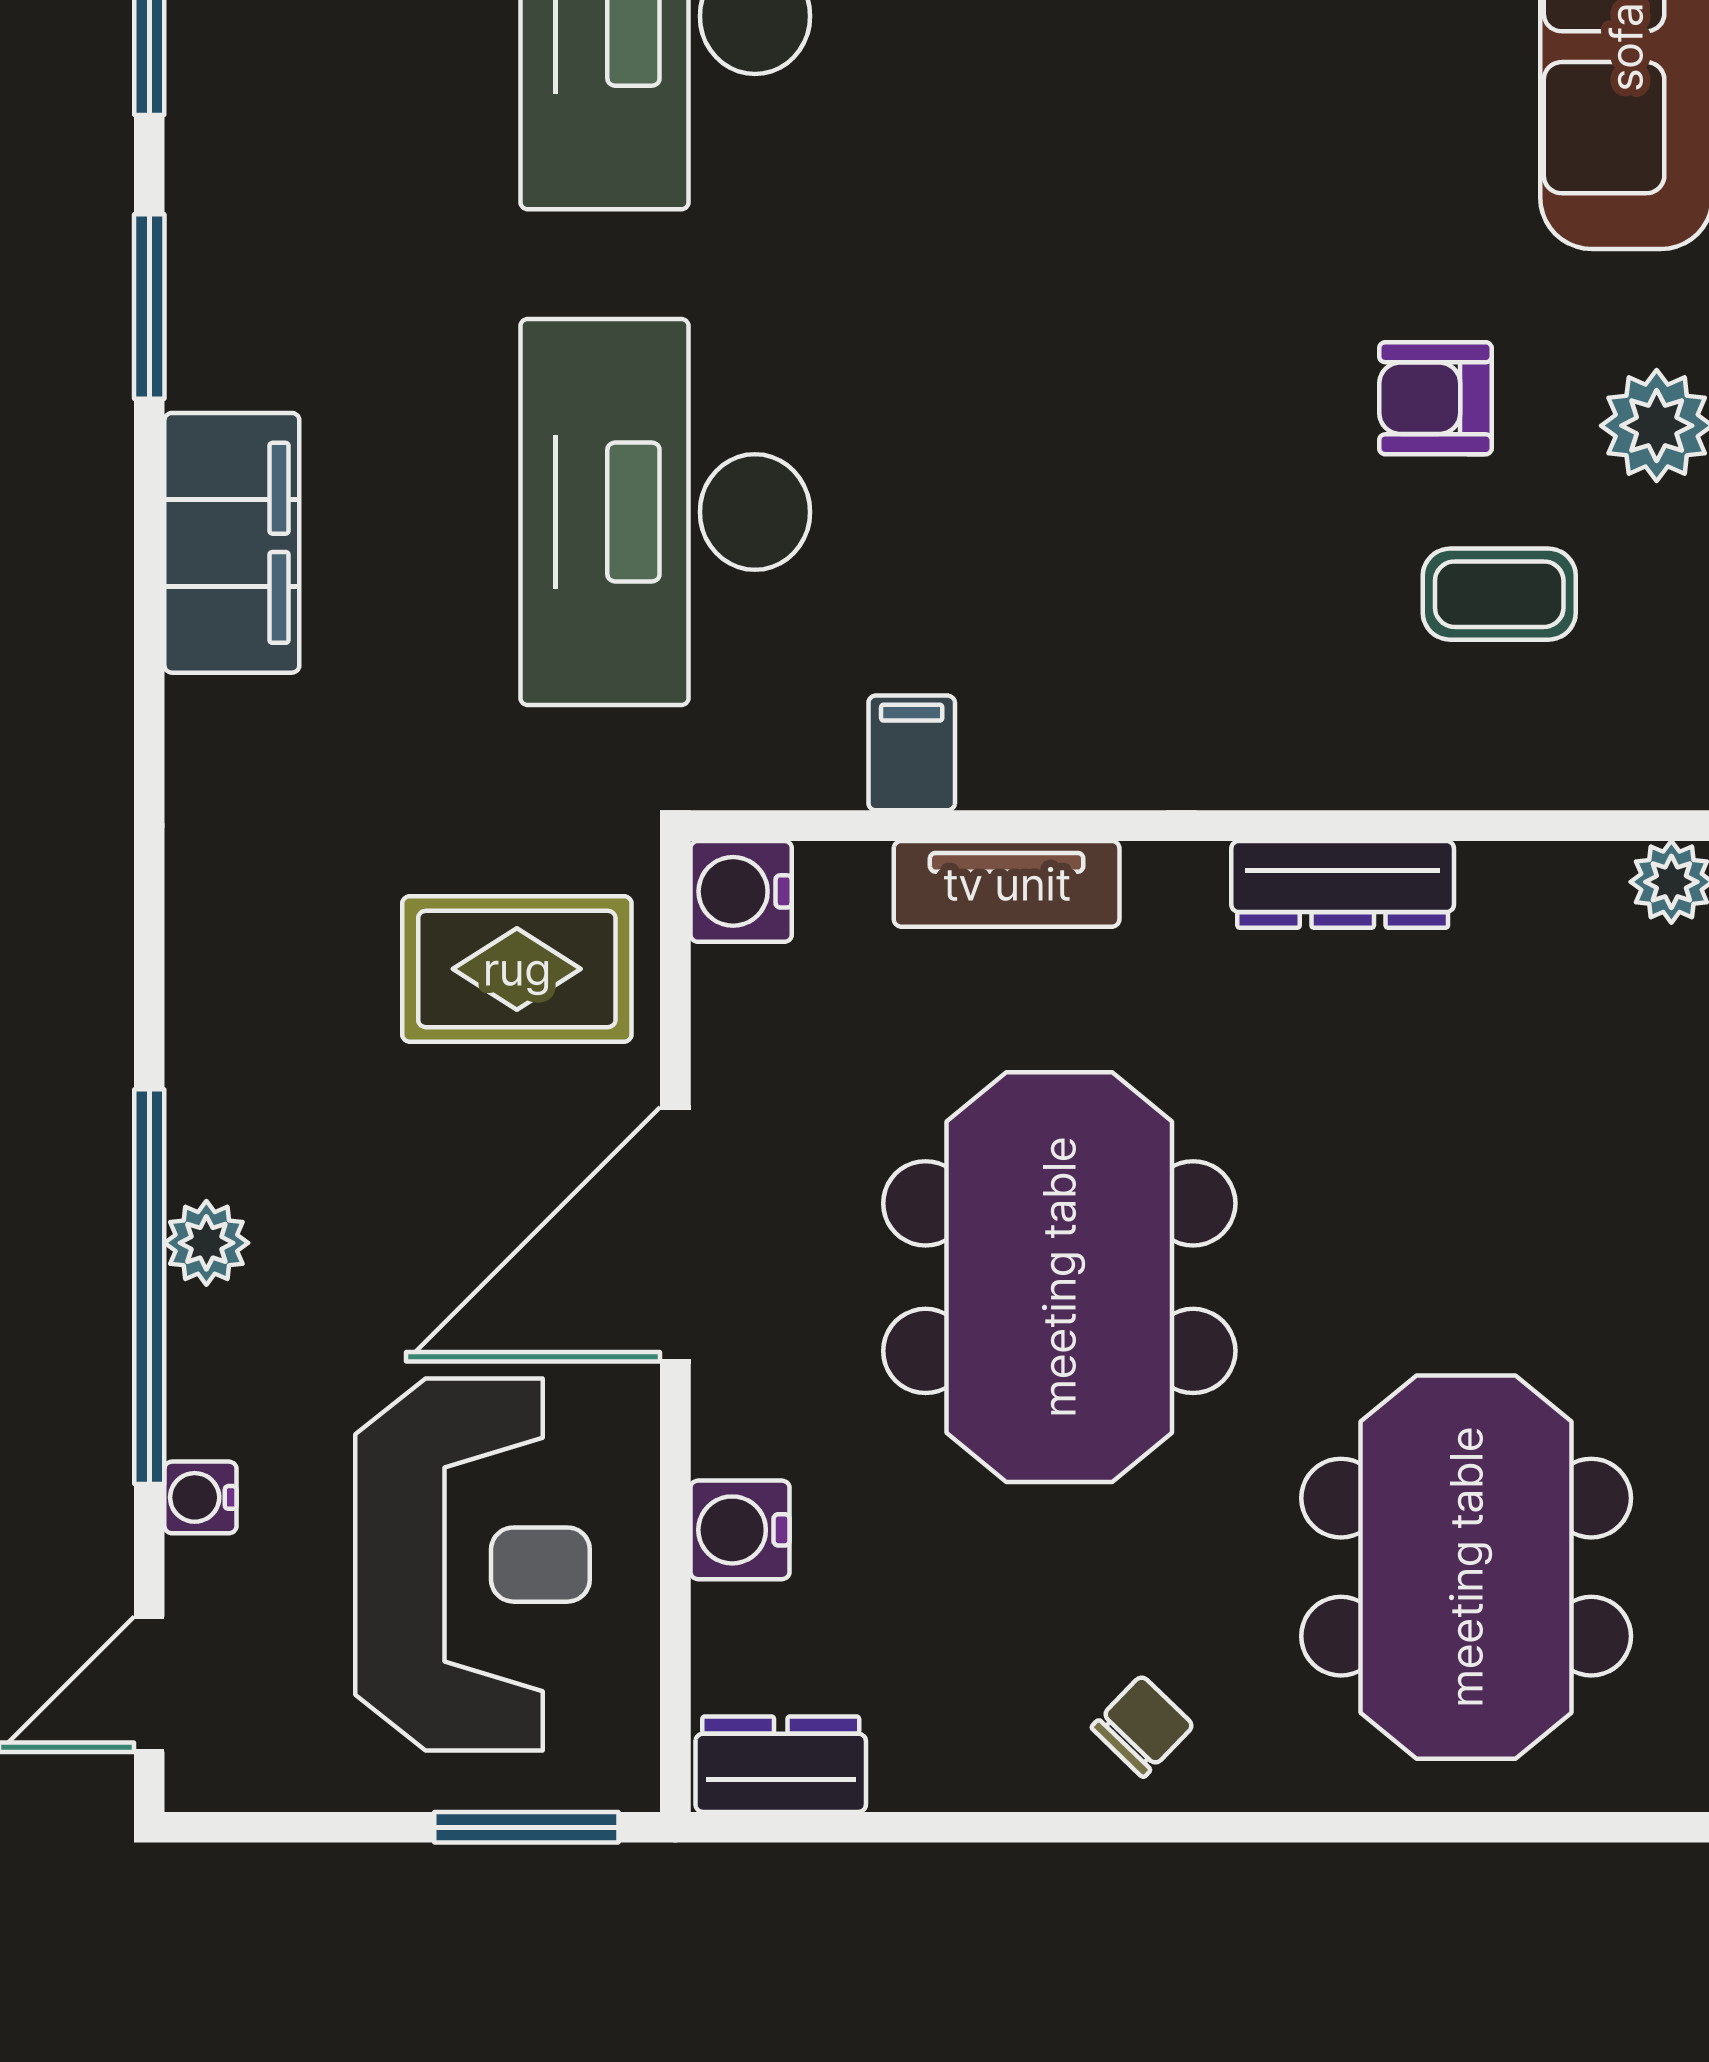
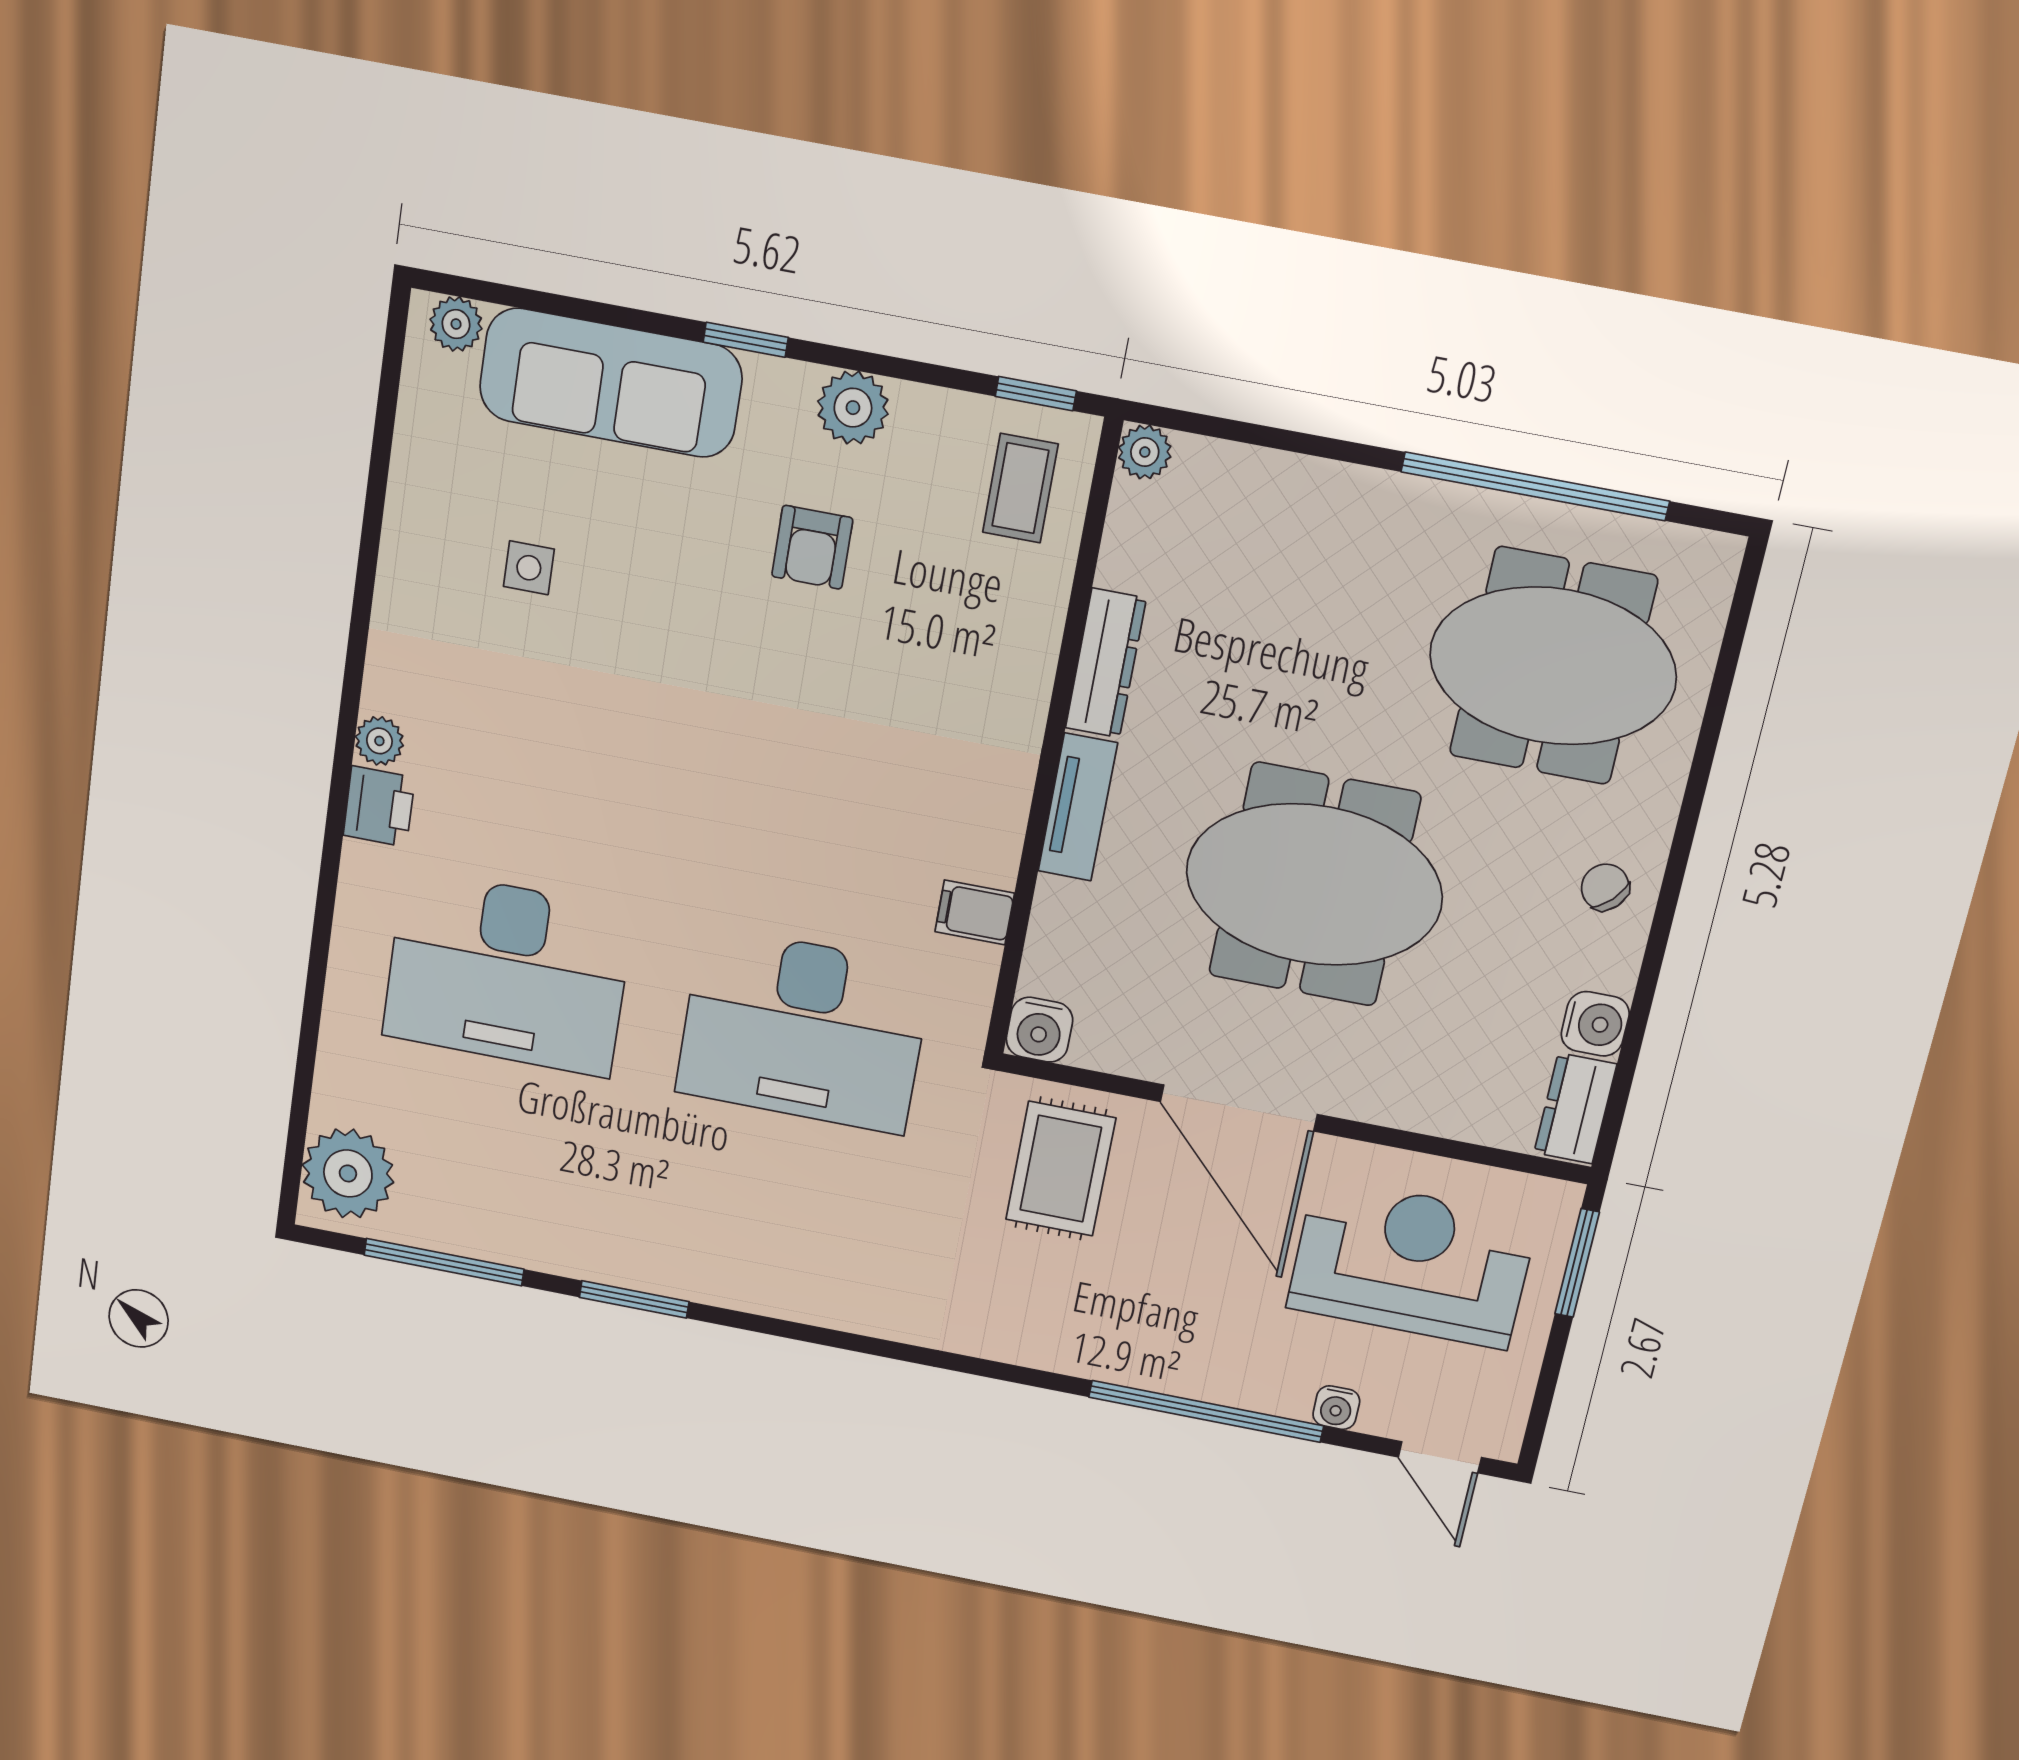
filing cabinet: (232, 543) -> (779, 1281), removed
coffee table: (1499, 594) -> (1020, 488), moved
tv unit: (1007, 884) -> (1078, 807), moved
plant: (206, 1243) -> (1187, 1375), removed
water cooler: (740, 1530) -> (1595, 1024), moved, turned -90

